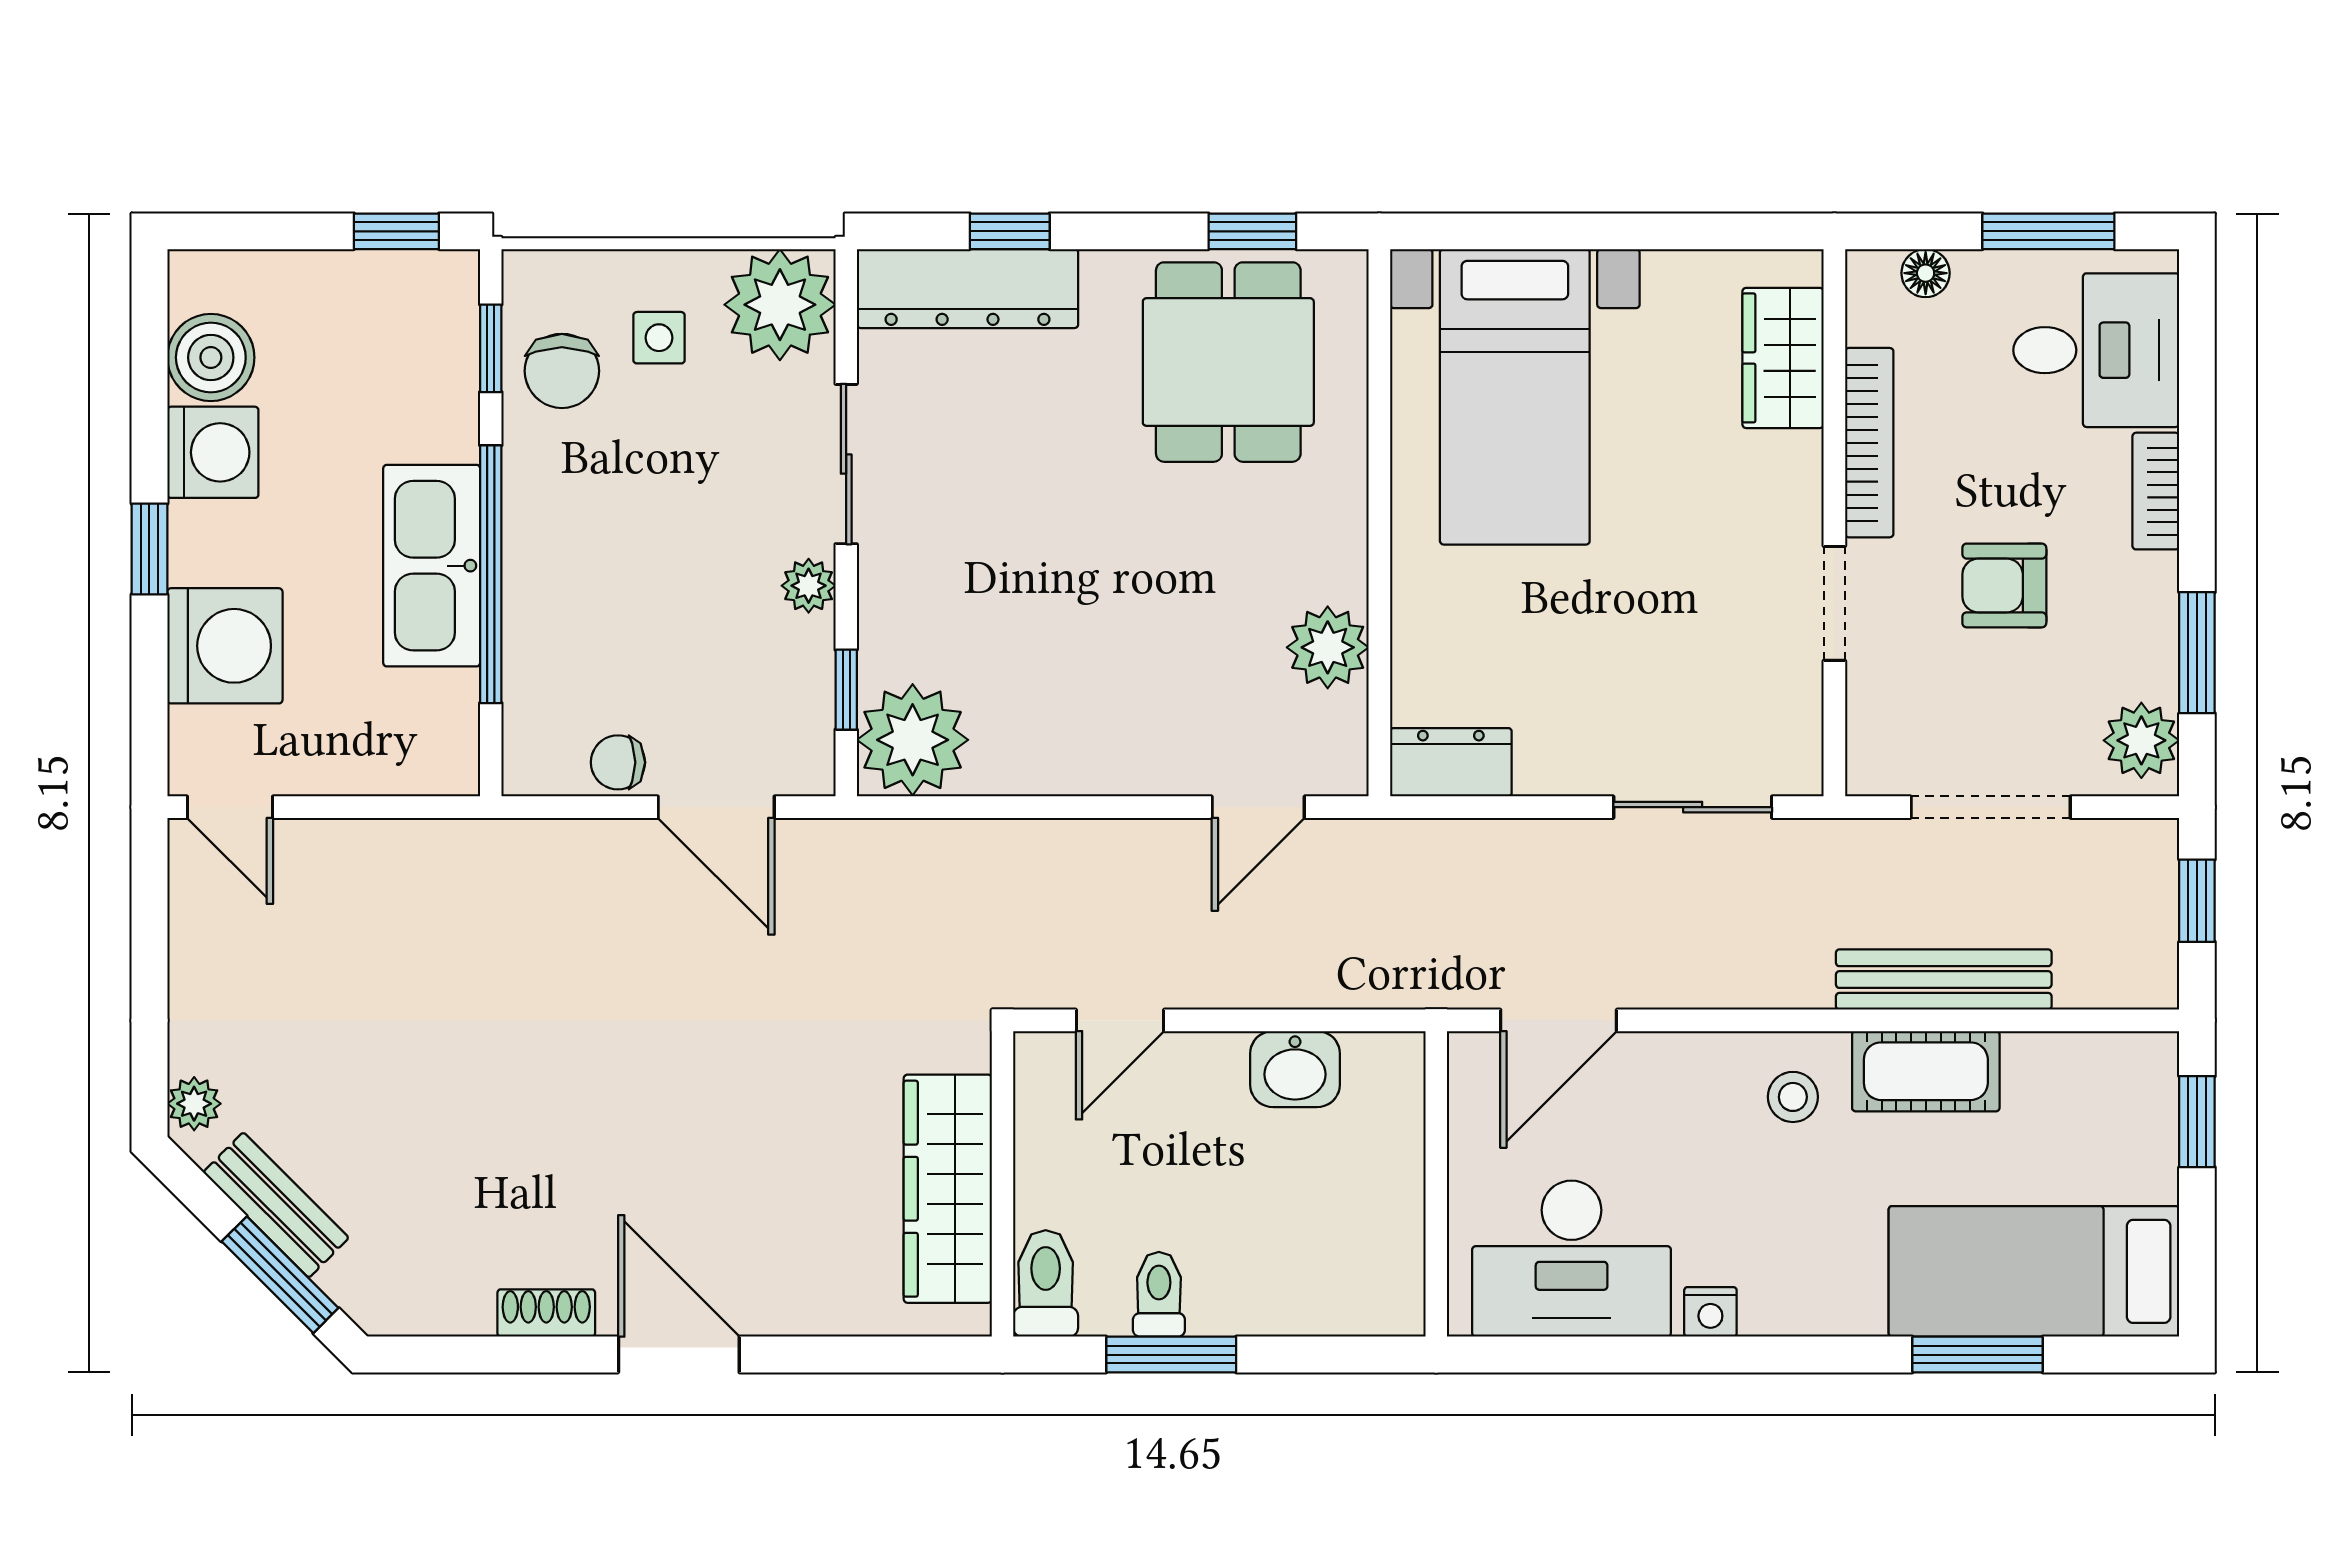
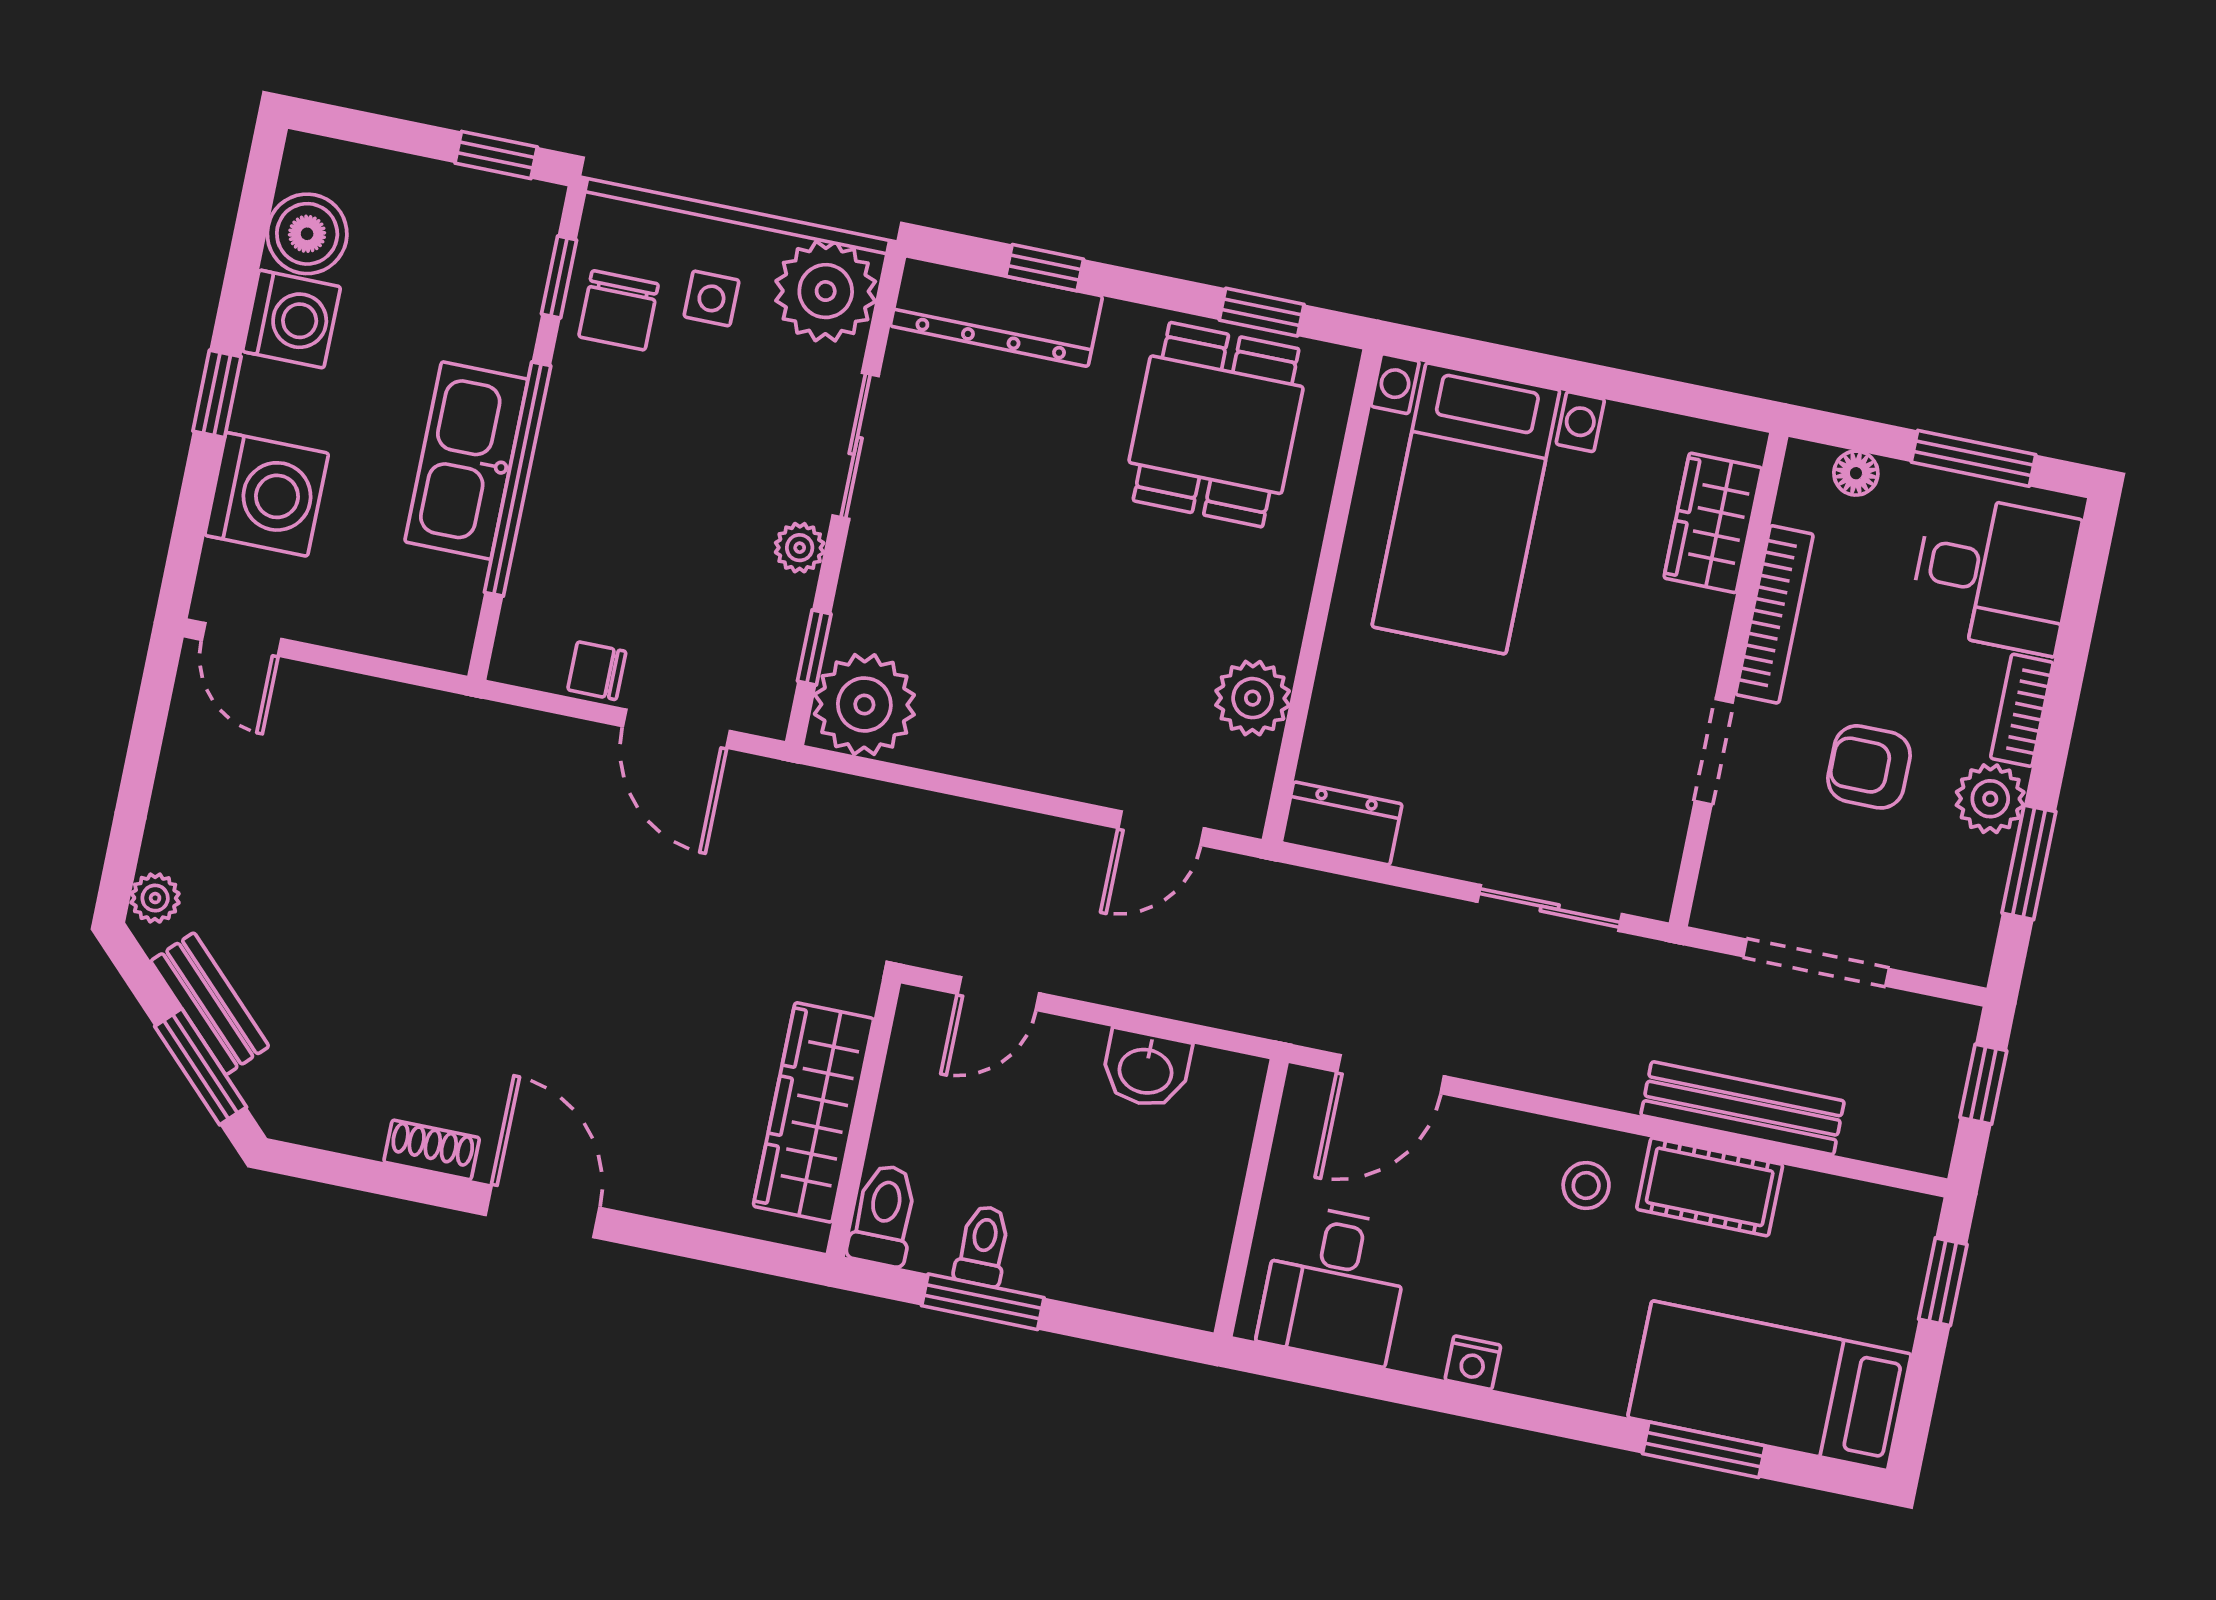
plant: (2141, 740) -> (1990, 799), moved
desk: (1572, 1259) -> (1334, 1285), width x0.73

